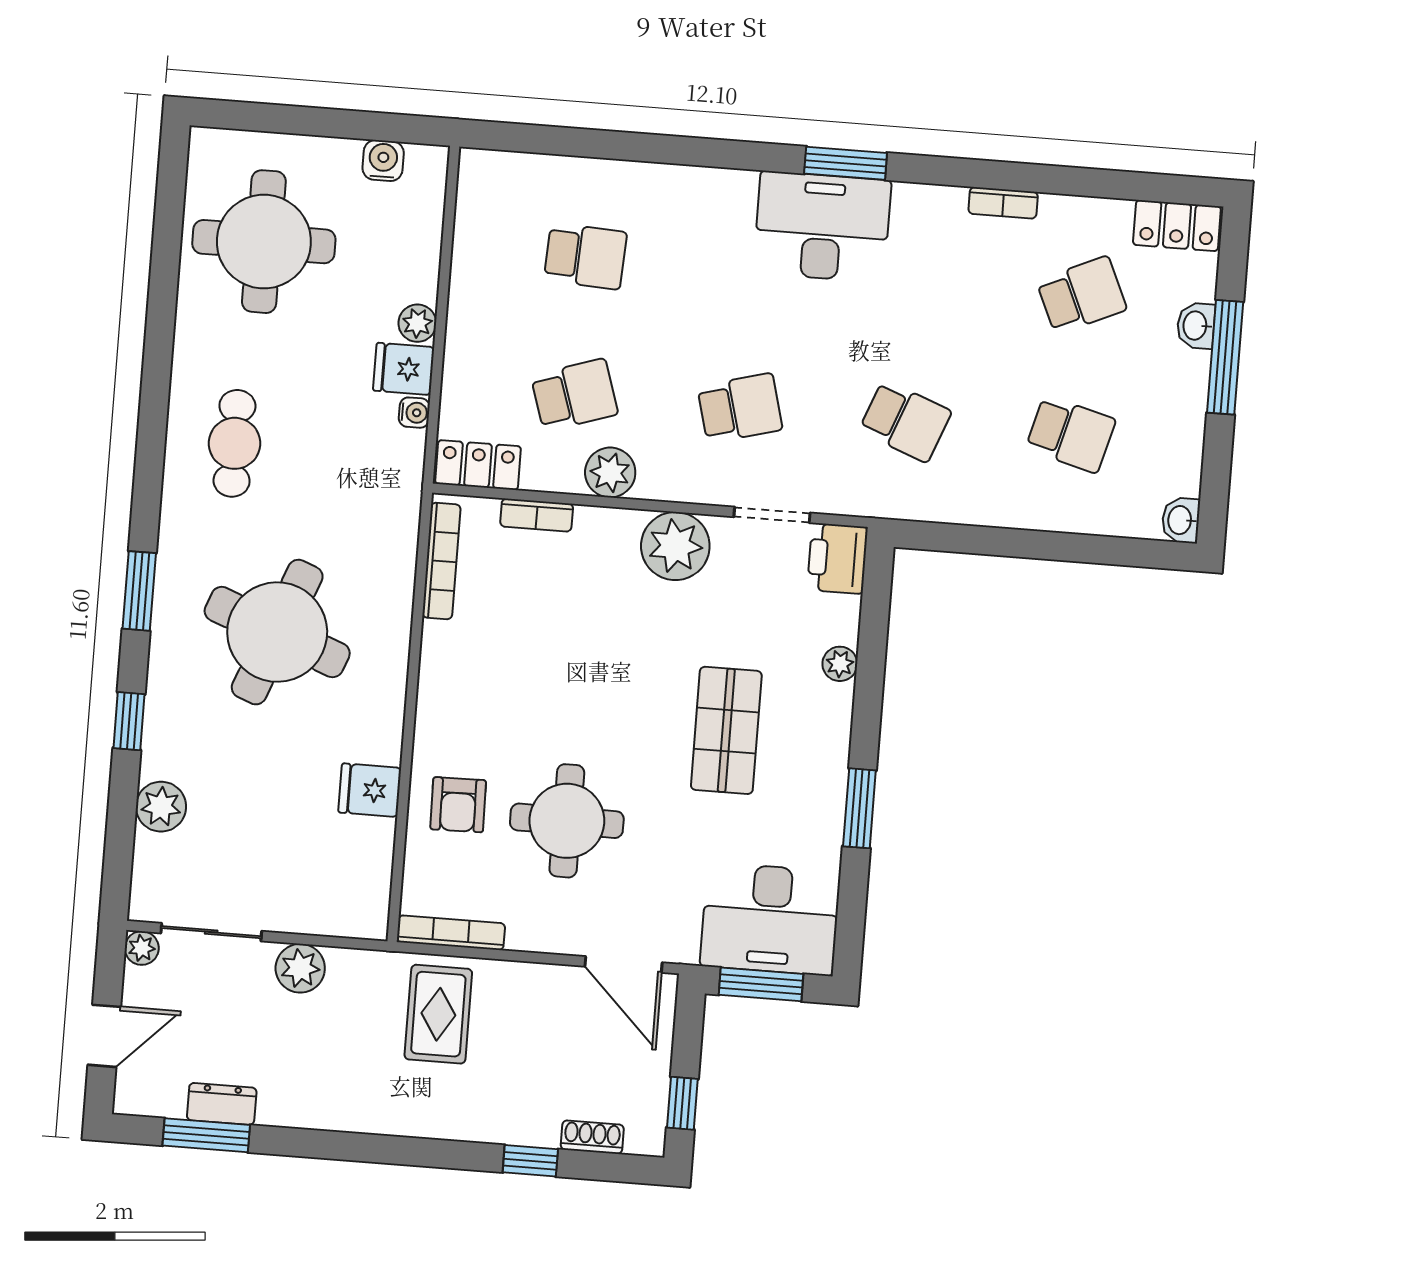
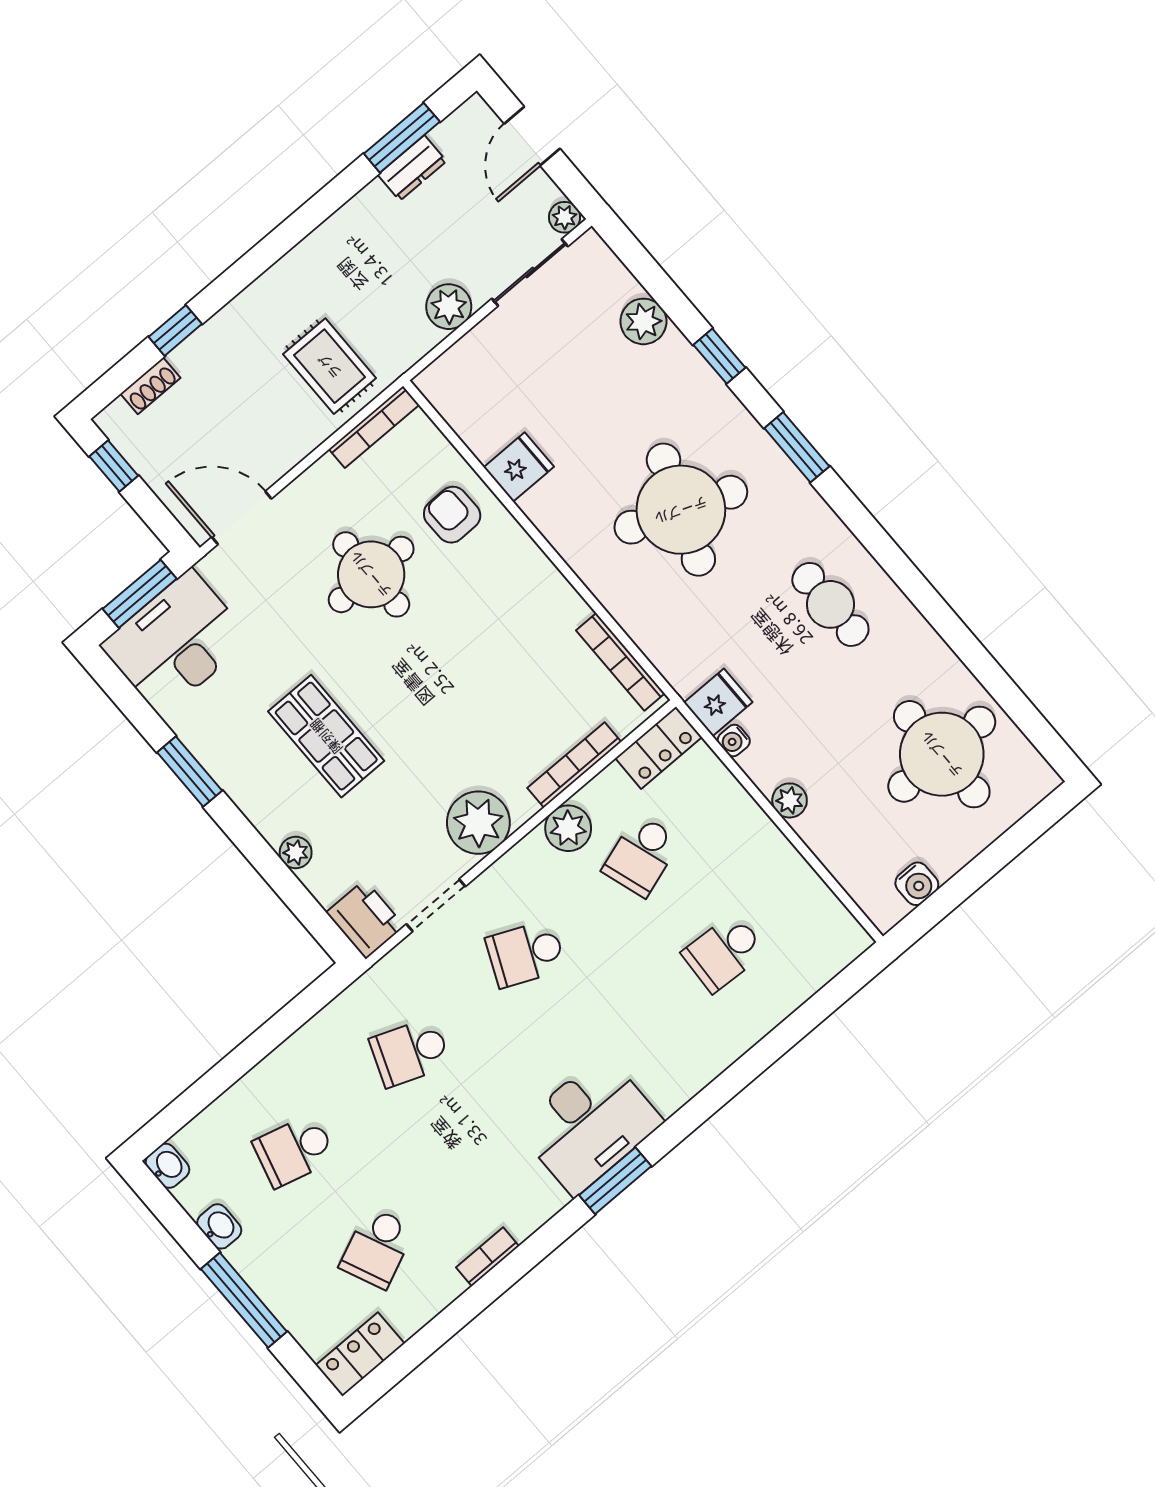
washbasin: (1196, 326) -> (219, 1226), moved
fridge: (404, 369) -> (718, 702), moved
school desk: (740, 408) -> (526, 954), turned 39
bookcase: (537, 515) -> (574, 765), width x1.56

